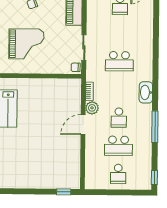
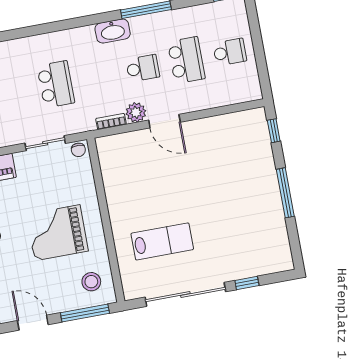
grand piano: (26, 44) -> (57, 233), turned -90
washbasin: (146, 92) -> (113, 31), moved
window: (23, 191) -> (285, 193), added

